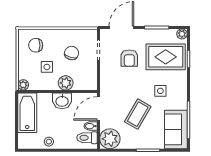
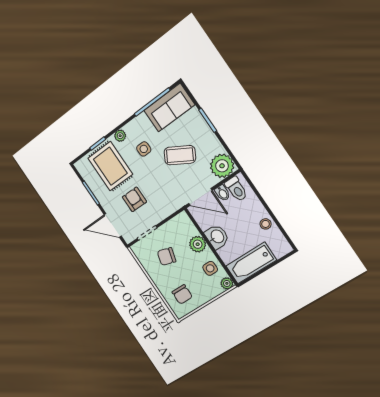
plant: (182, 34) -> (120, 136), moved
armchair: (129, 58) -> (134, 199), turned -90
side table: (47, 67) -> (210, 268), moved

